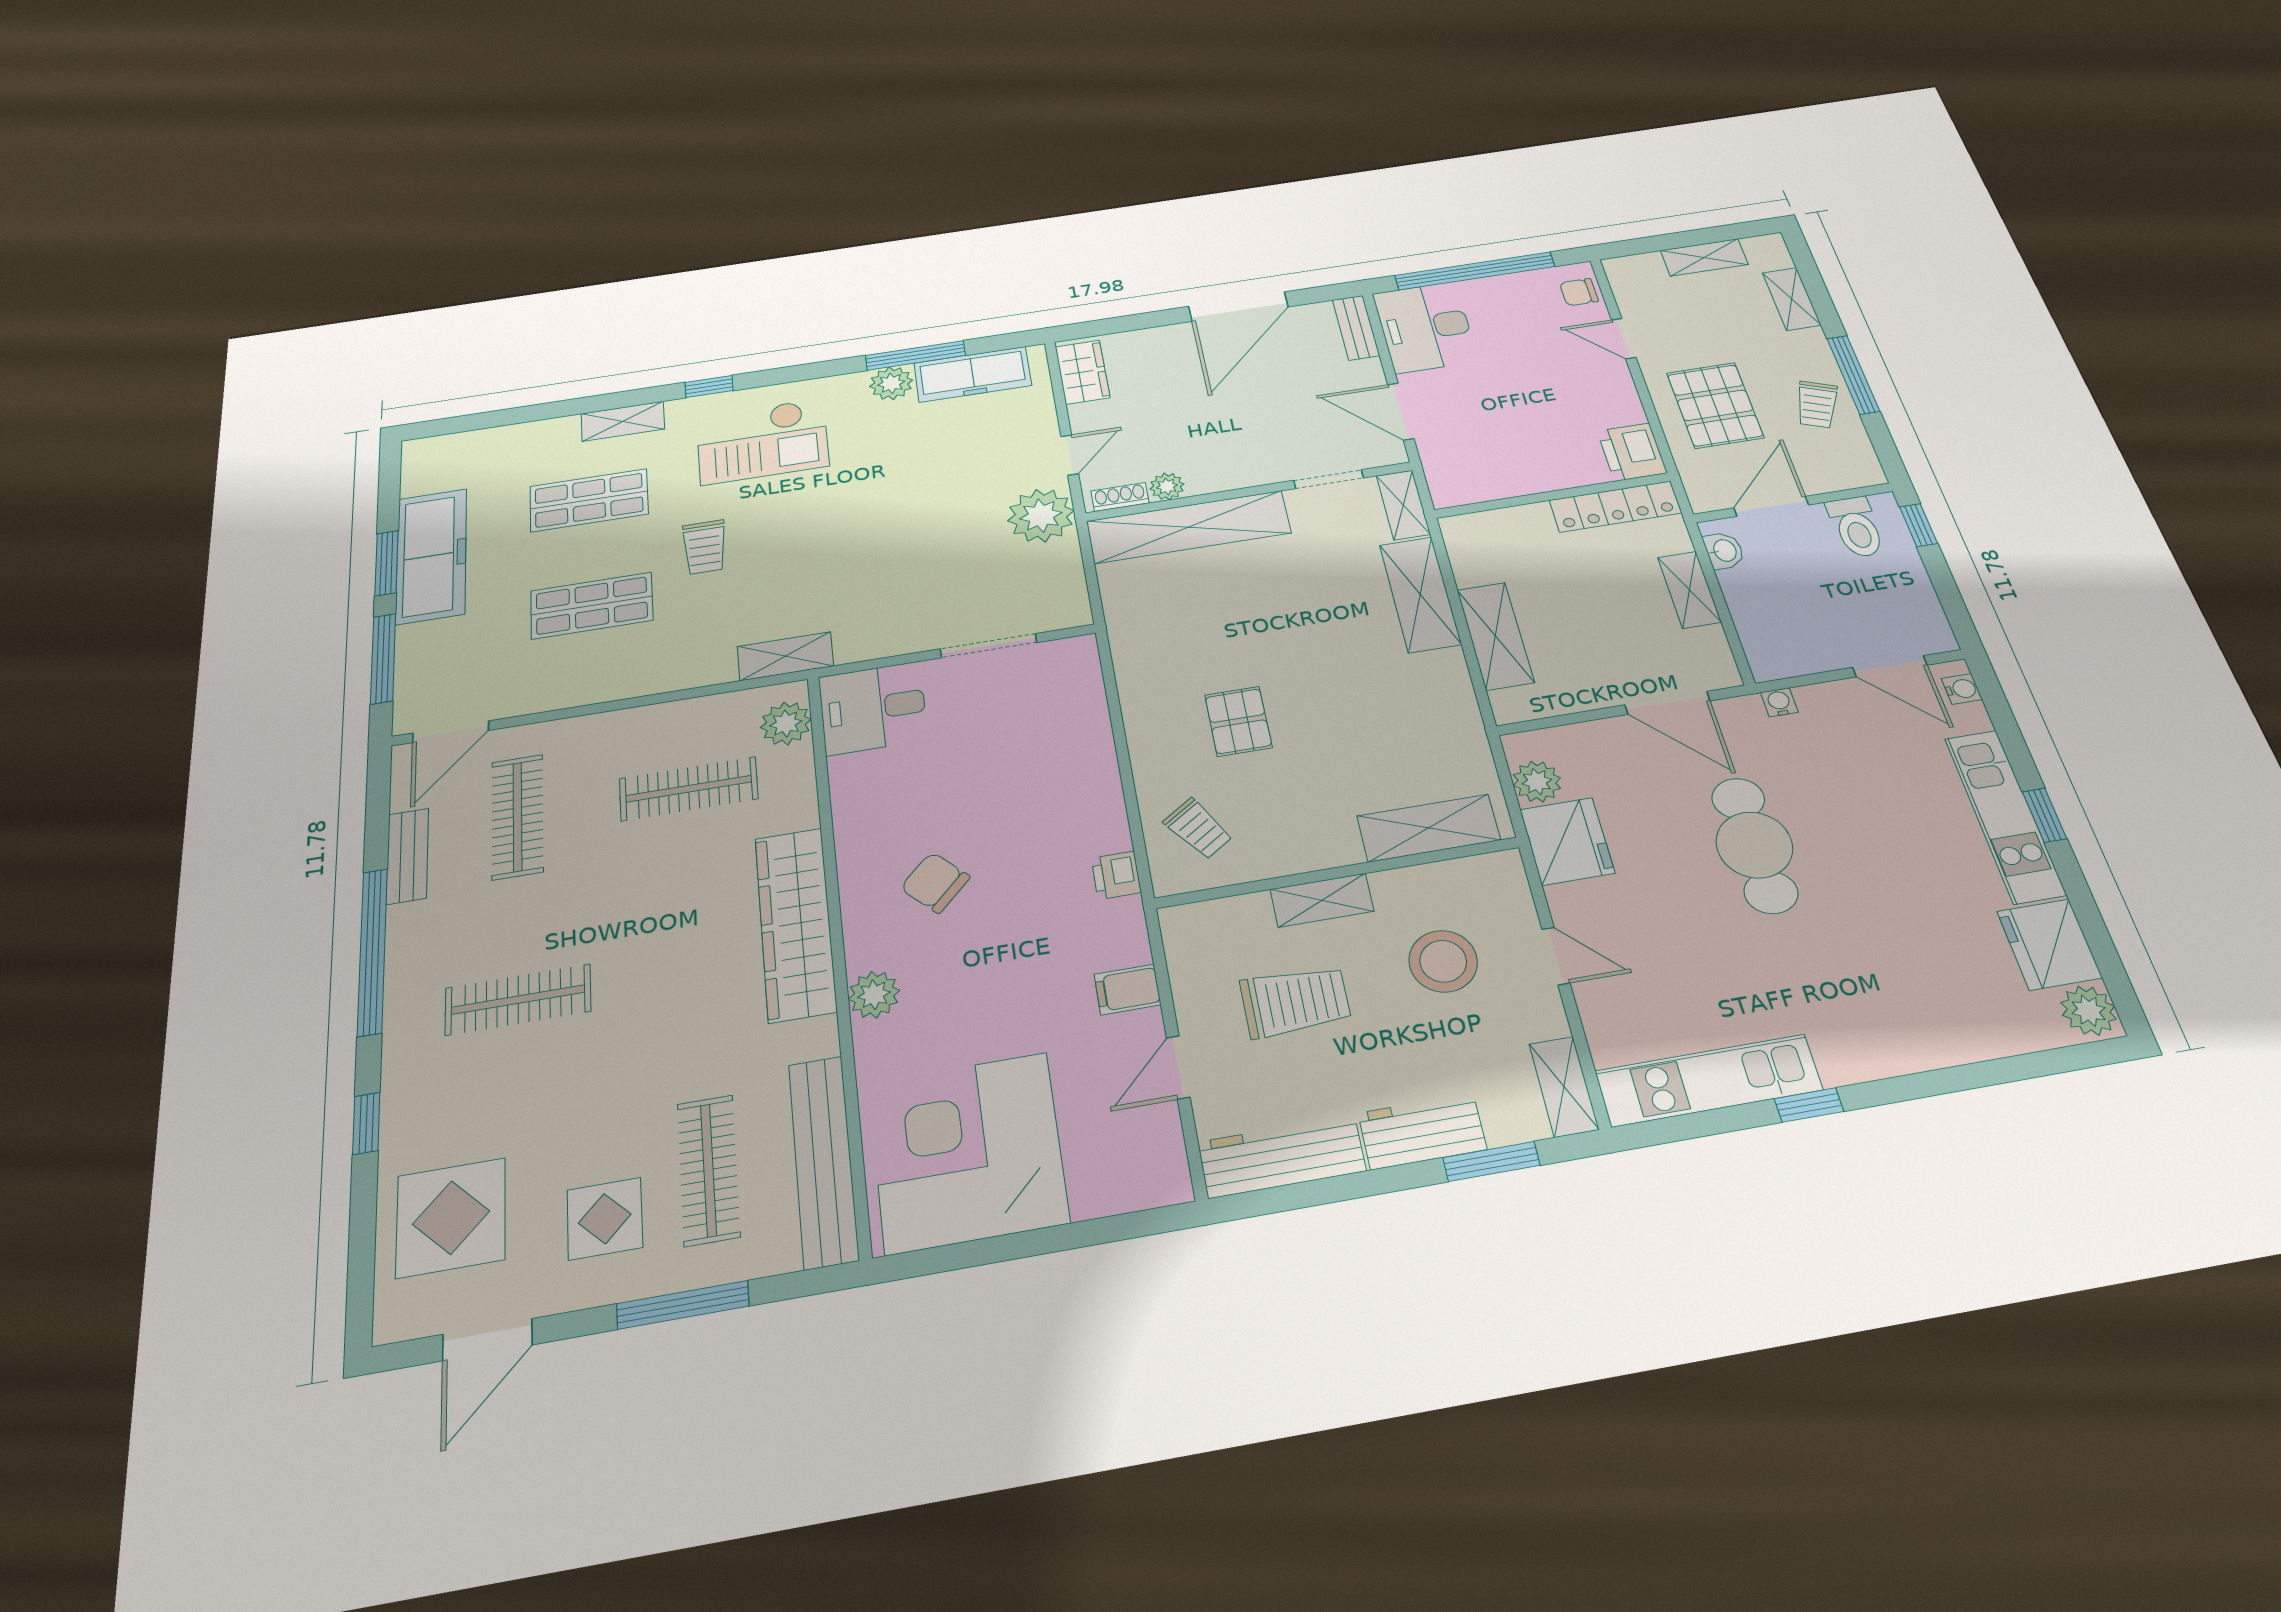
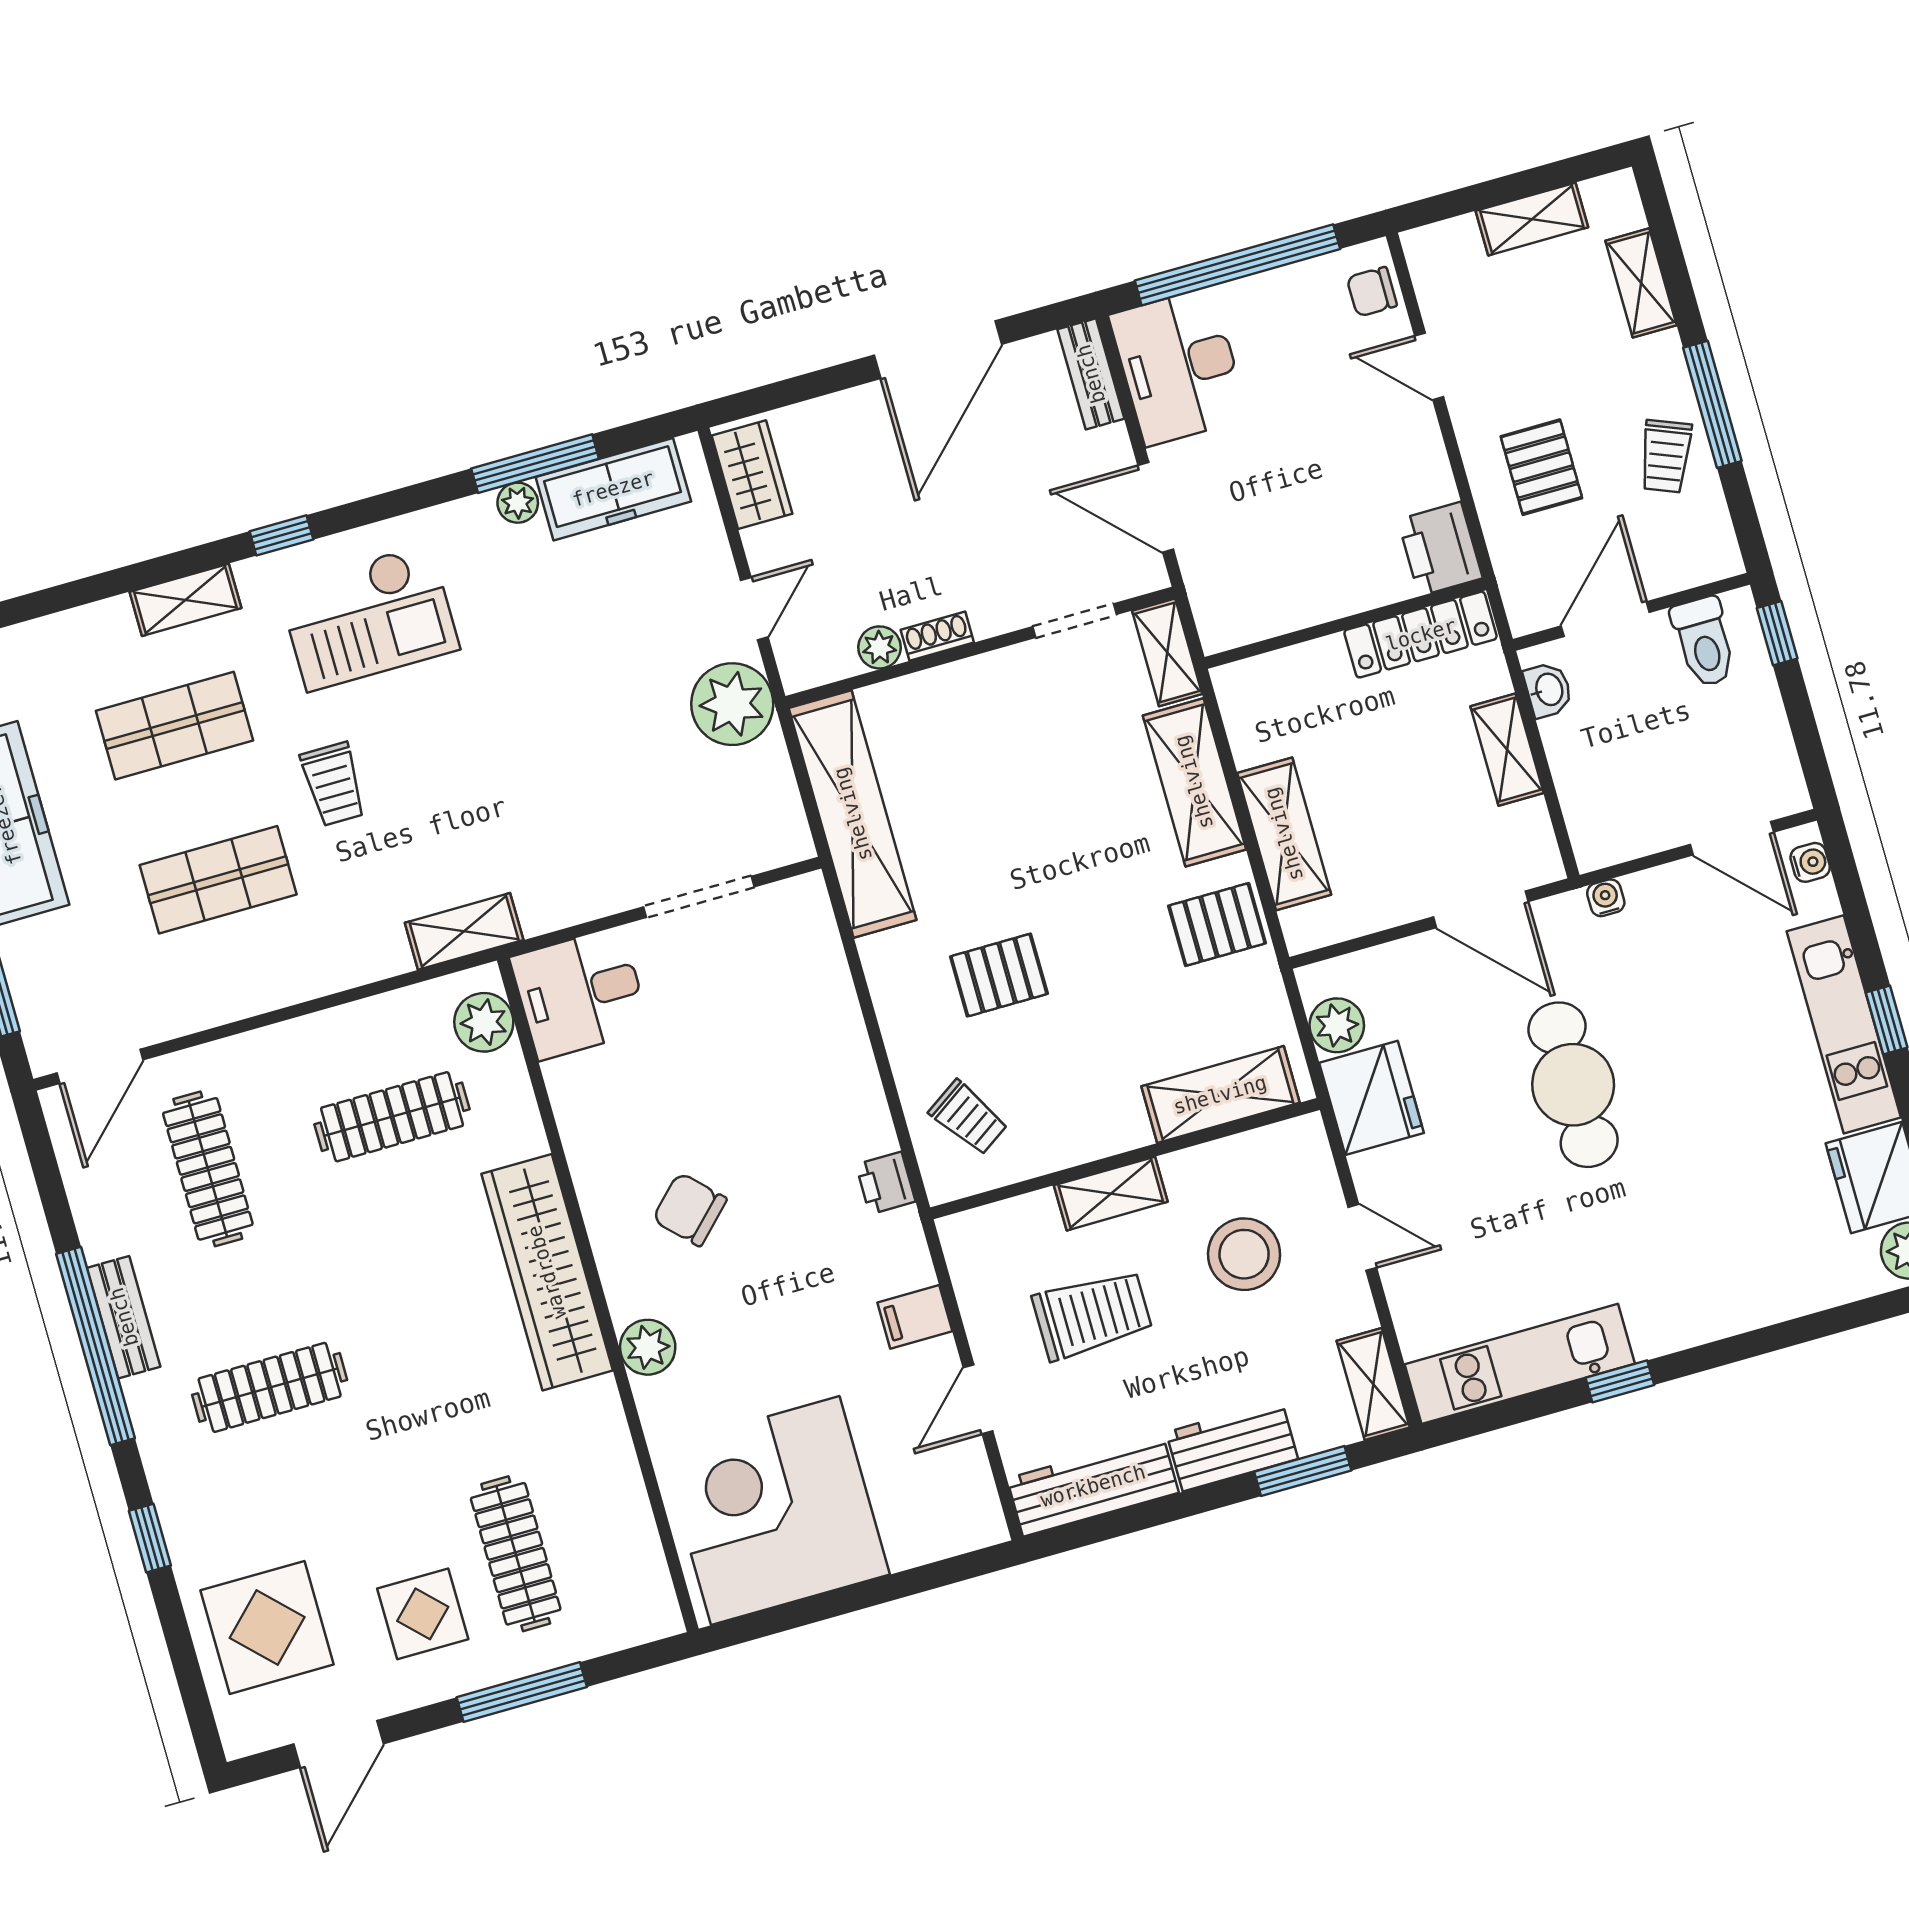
plant: (891, 383) -> (518, 503), width x0.73, depth x0.73
pallet: (1715, 405) -> (1541, 467), width x0.67, depth x0.71
shoe rack: (1120, 497) -> (937, 636), moved
shelving: (1189, 527) -> (853, 814), moved, turned 90
pallet: (1433, 698) -> (1217, 925), added
pallet: (1238, 721) -> (999, 975), turned 90
bench: (407, 856) -> (124, 1317), moved
bench: (823, 1161) -> (630, 1533), removed

